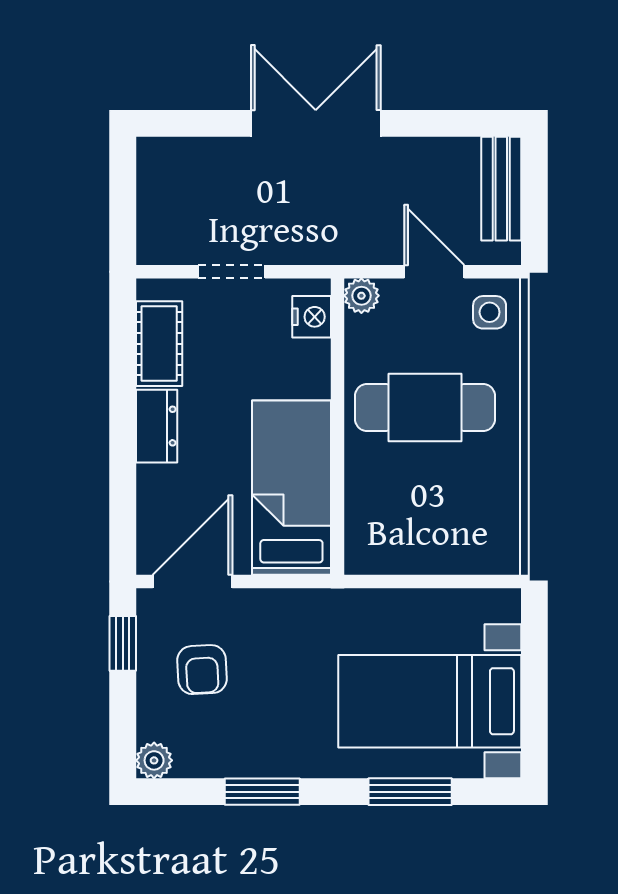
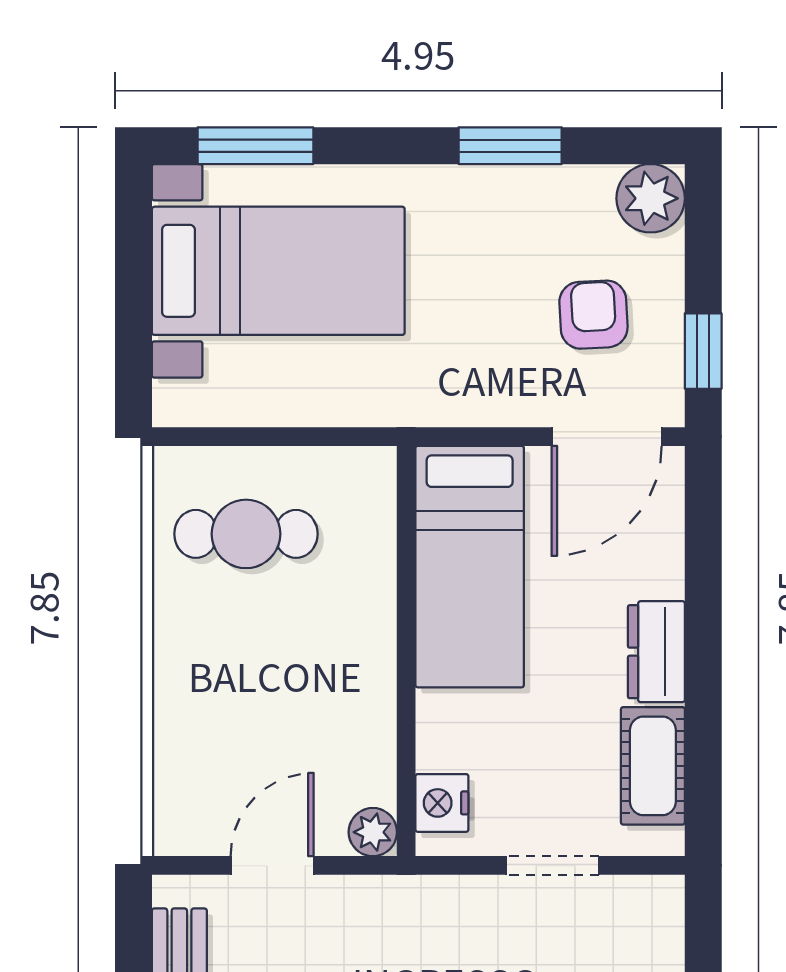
door: (434, 272) -> (272, 865), swing flipped
side table: (490, 312) -> (196, 809), removed
cafe table: (425, 407) -> (246, 534), moved, width x0.73, depth x0.74
plant: (154, 760) -> (651, 198), width x1.38, depth x1.38
window: (410, 792) -> (255, 146), moved

